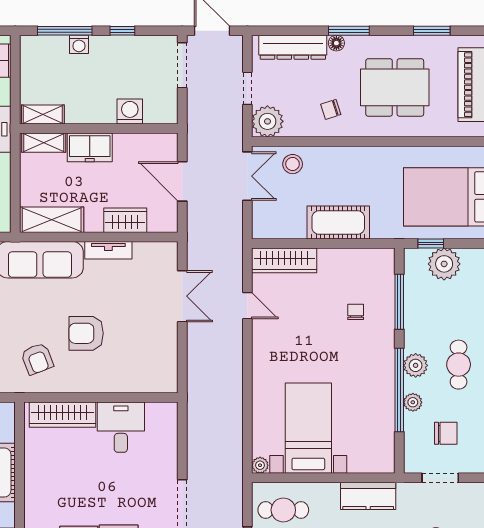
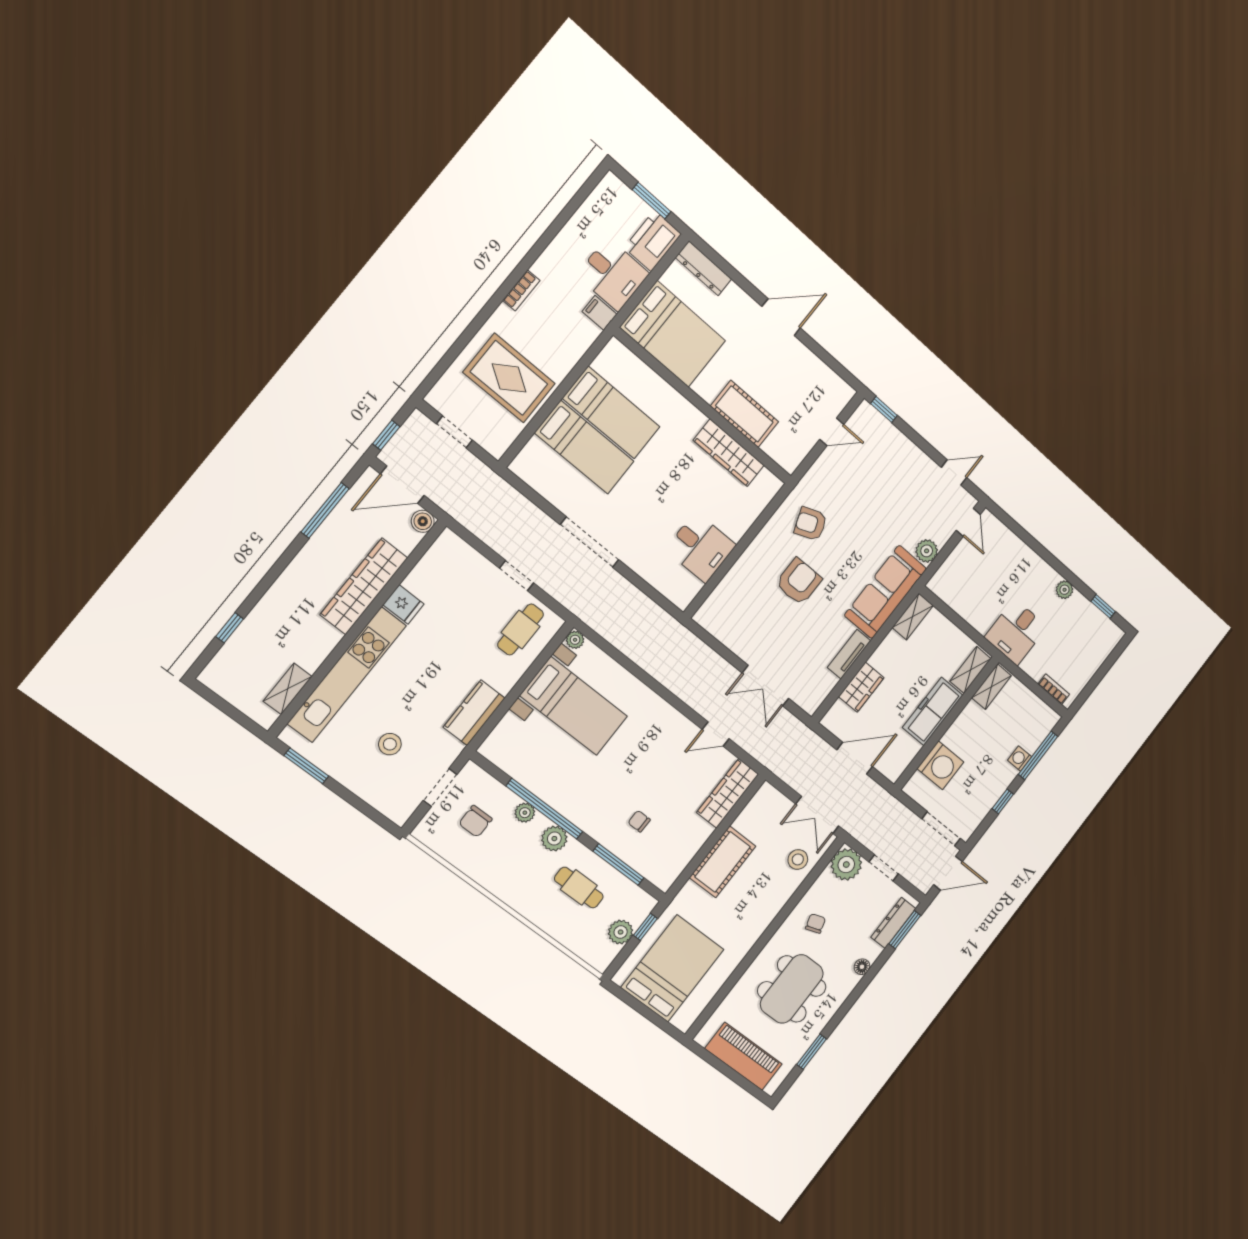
window: (349, 31) -> (905, 930), moved
dresser: (293, 47) -> (893, 923), width x0.73, depth x0.80
washing machine: (130, 111) -> (940, 765), width x1.37, depth x1.37
freezer: (90, 147) -> (933, 711), width x1.40
shelving: (52, 220) -> (913, 617), width x0.67, depth x0.75
plant: (444, 264) -> (621, 932), width x0.73, depth x0.73
chair: (356, 312) -> (639, 821), turned 180
cafe table: (459, 365) -> (579, 888), moved
wardrobe: (63, 415) -> (729, 453), moved, turned -90

